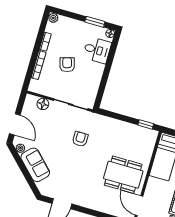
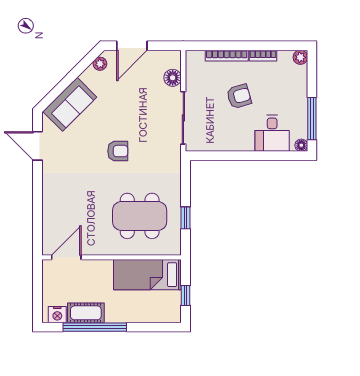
window: (95, 22) -> (312, 119), width x1.44
window: (146, 124) -> (186, 218), moved
armchair: (80, 139) -> (118, 151), moved
sofa: (35, 165) -> (70, 104), moved
dining table: (123, 175) -> (140, 216), moved, turned 90

